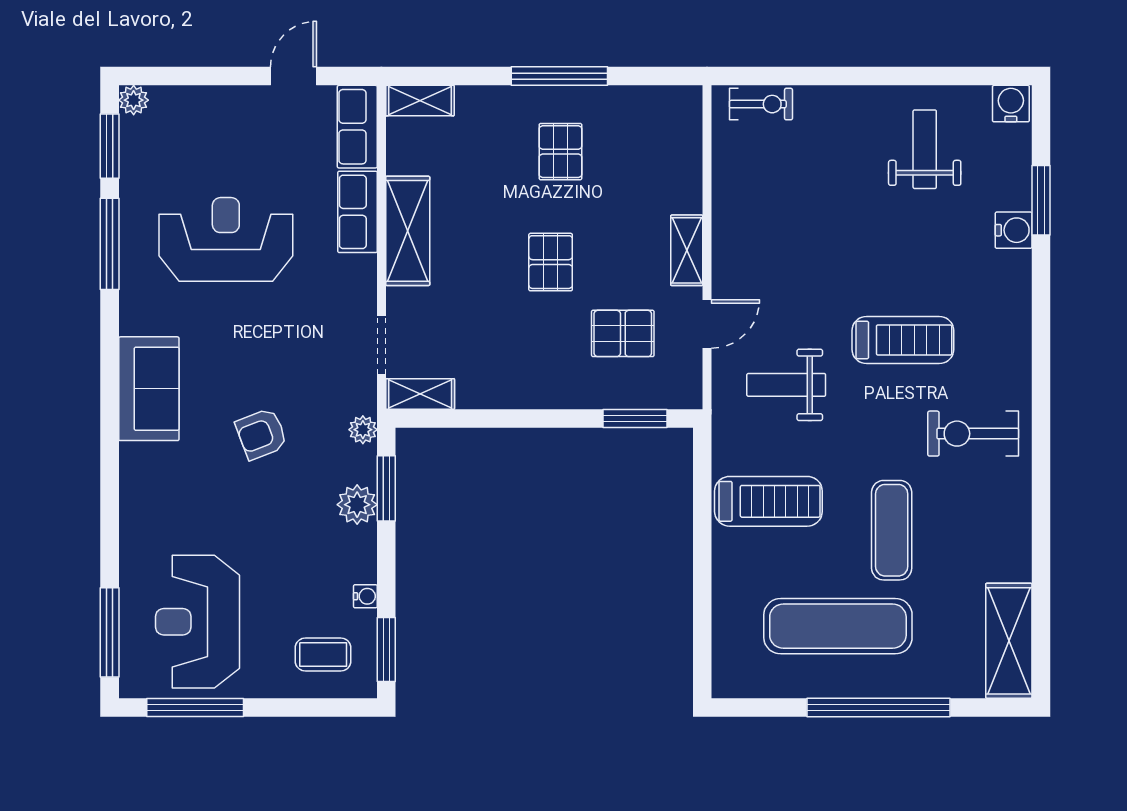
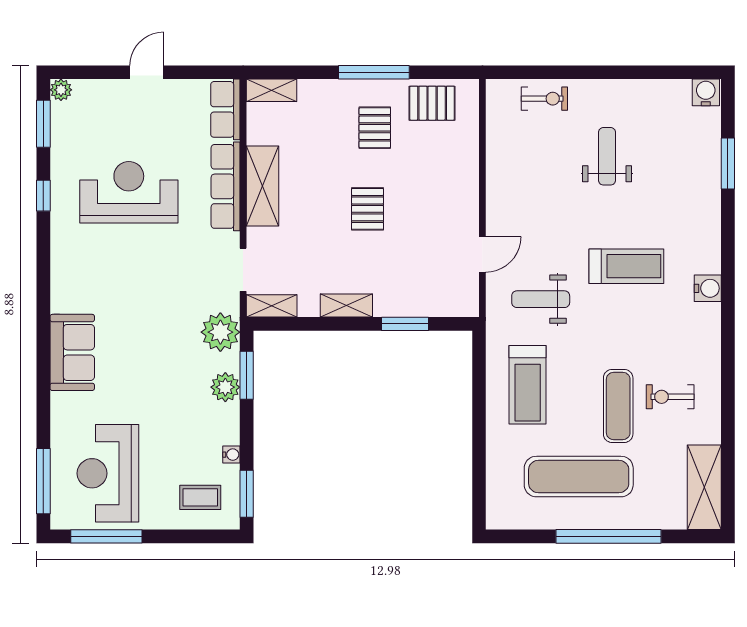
door: (293, 76) -> (147, 72), moved
exercise bike: (761, 104) -> (544, 99), moved
weight bench: (925, 149) -> (607, 156), moved
row of seats: (357, 212) -> (226, 186), width x1.48
water cooler: (1014, 230) -> (708, 288), moved
window: (110, 244) -> (43, 196), width x0.46
shelving: (687, 250) -> (346, 306), moved, turned 90
pallet: (623, 333) -> (432, 103), moved
sofa: (149, 389) -> (72, 352), moved
window: (635, 419) -> (405, 324), moved
plant: (363, 430) -> (220, 332), width x1.88, depth x1.88
armchair: (261, 434) -> (155, 335), removed
exercise bike: (973, 434) -> (670, 397), moved, width x0.73, depth x0.72
treadmill: (768, 501) -> (528, 385), turned 90

